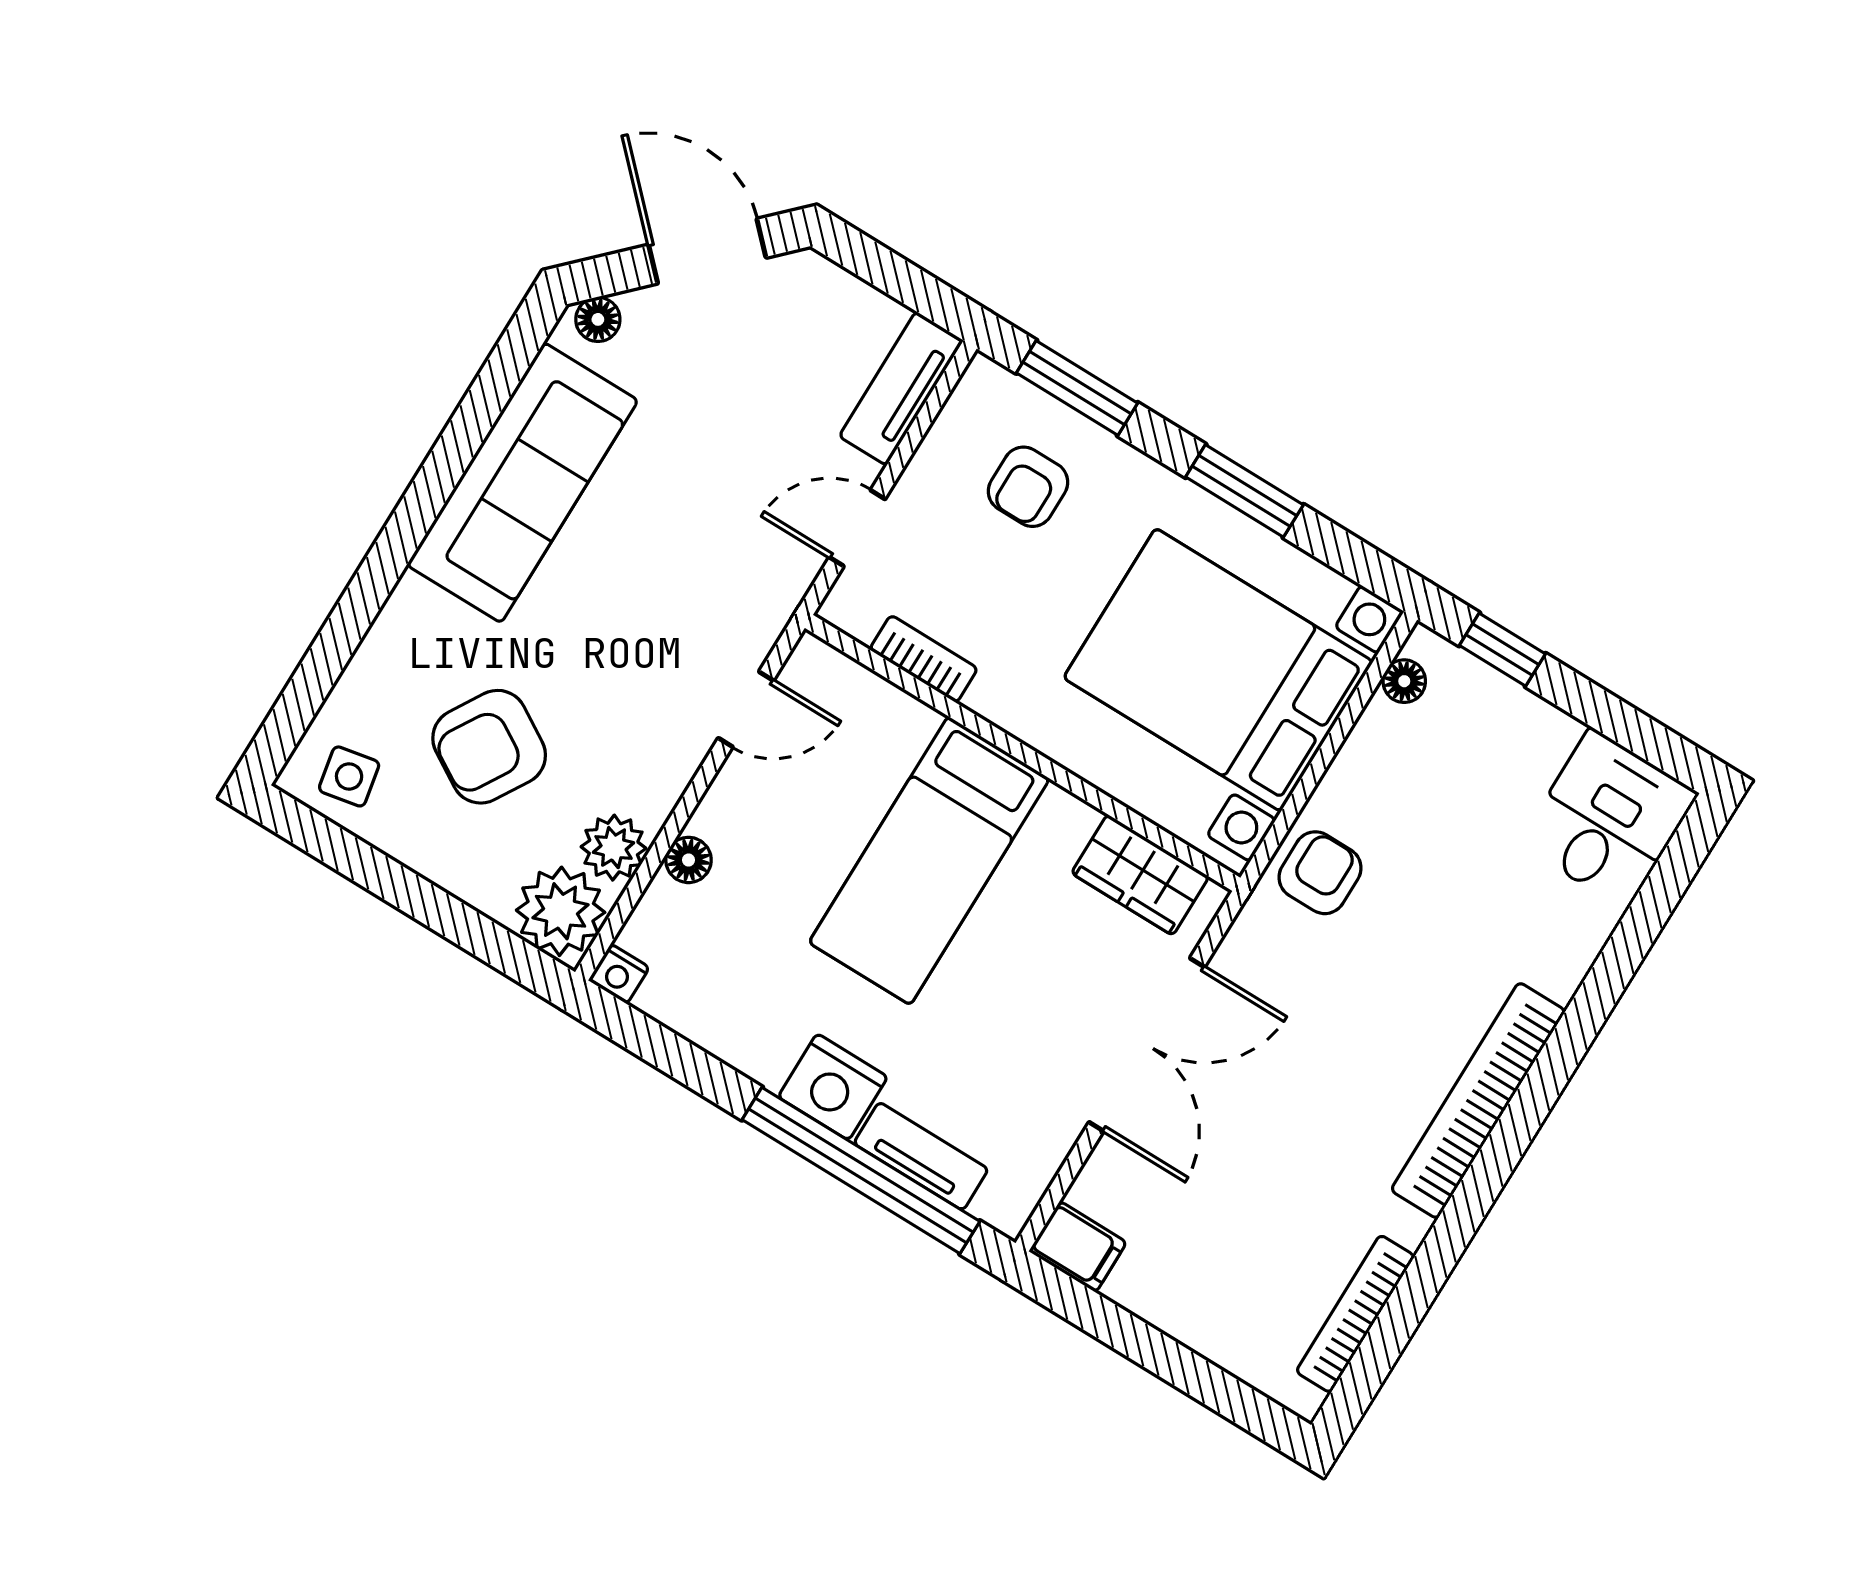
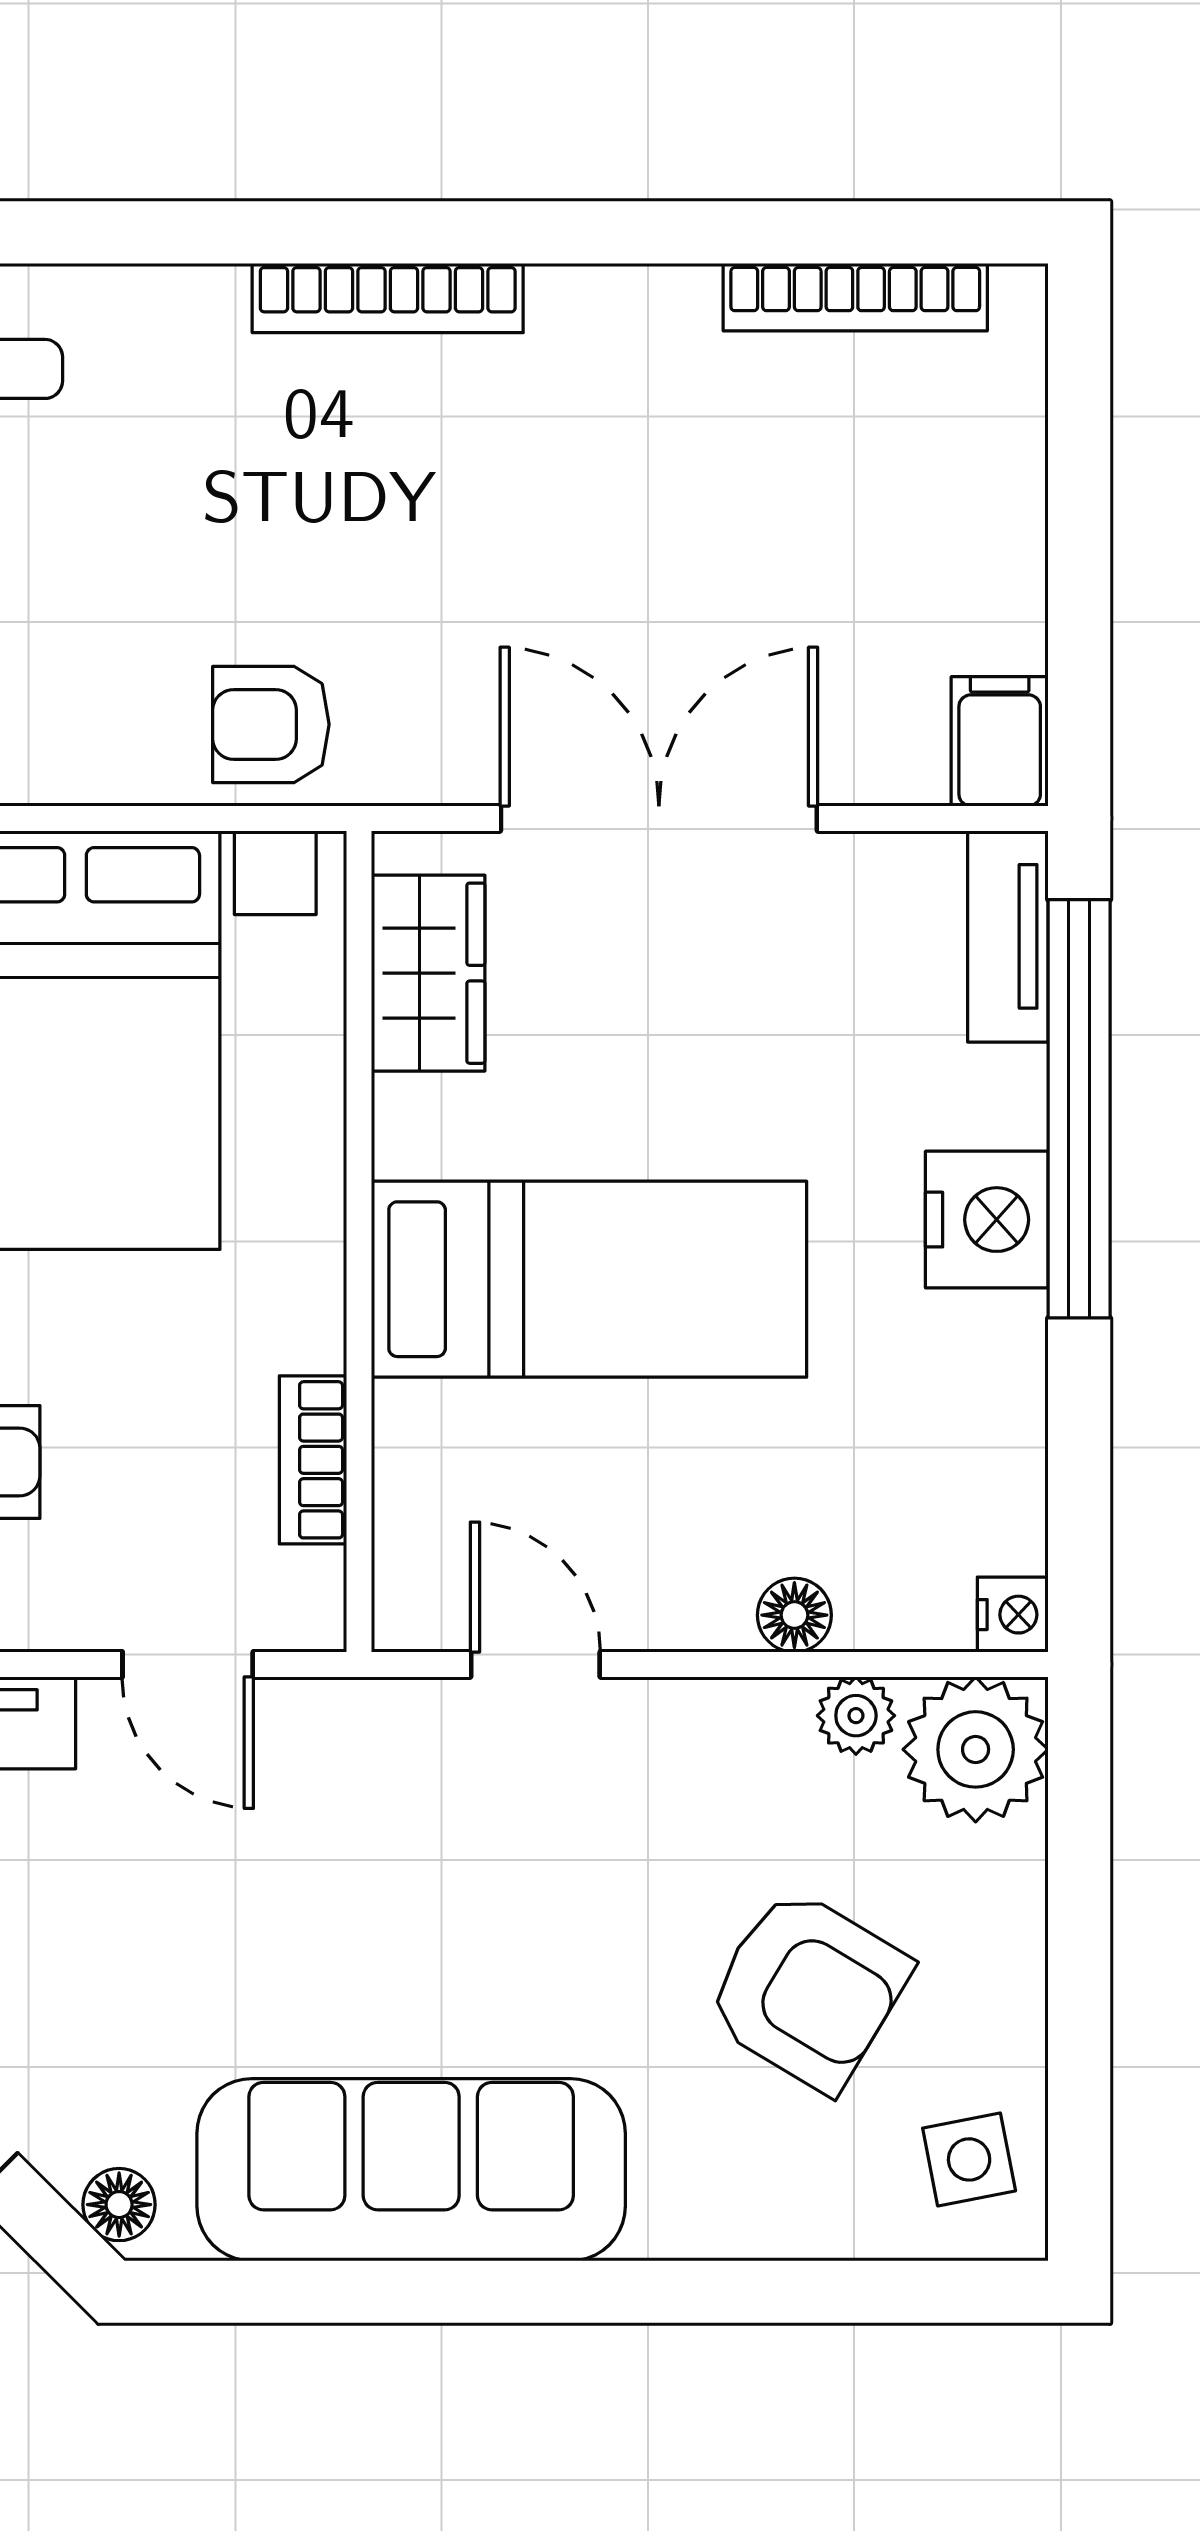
plant: (614, 848) -> (856, 1716), width x0.73, depth x0.73
bookcase: (1478, 1100) -> (388, 298), width x0.68, depth x0.76
tv unit: (921, 1156) -> (1008, 936), moved

